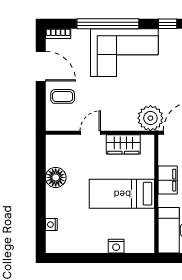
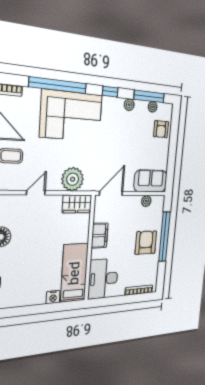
plant: (150, 118) -> (73, 179), moved
wardrobe: (123, 144) -> (77, 204), moved
bed: (122, 194) -> (74, 273), moved, turned 90

